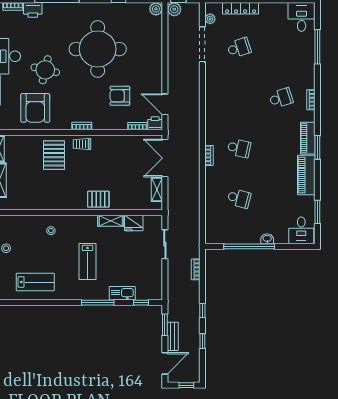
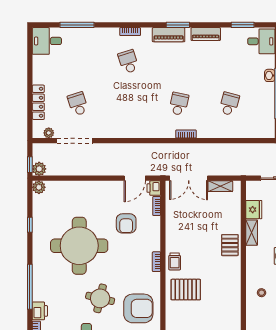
piano: (306, 175) -> (206, 34), width x0.73, depth x0.75

